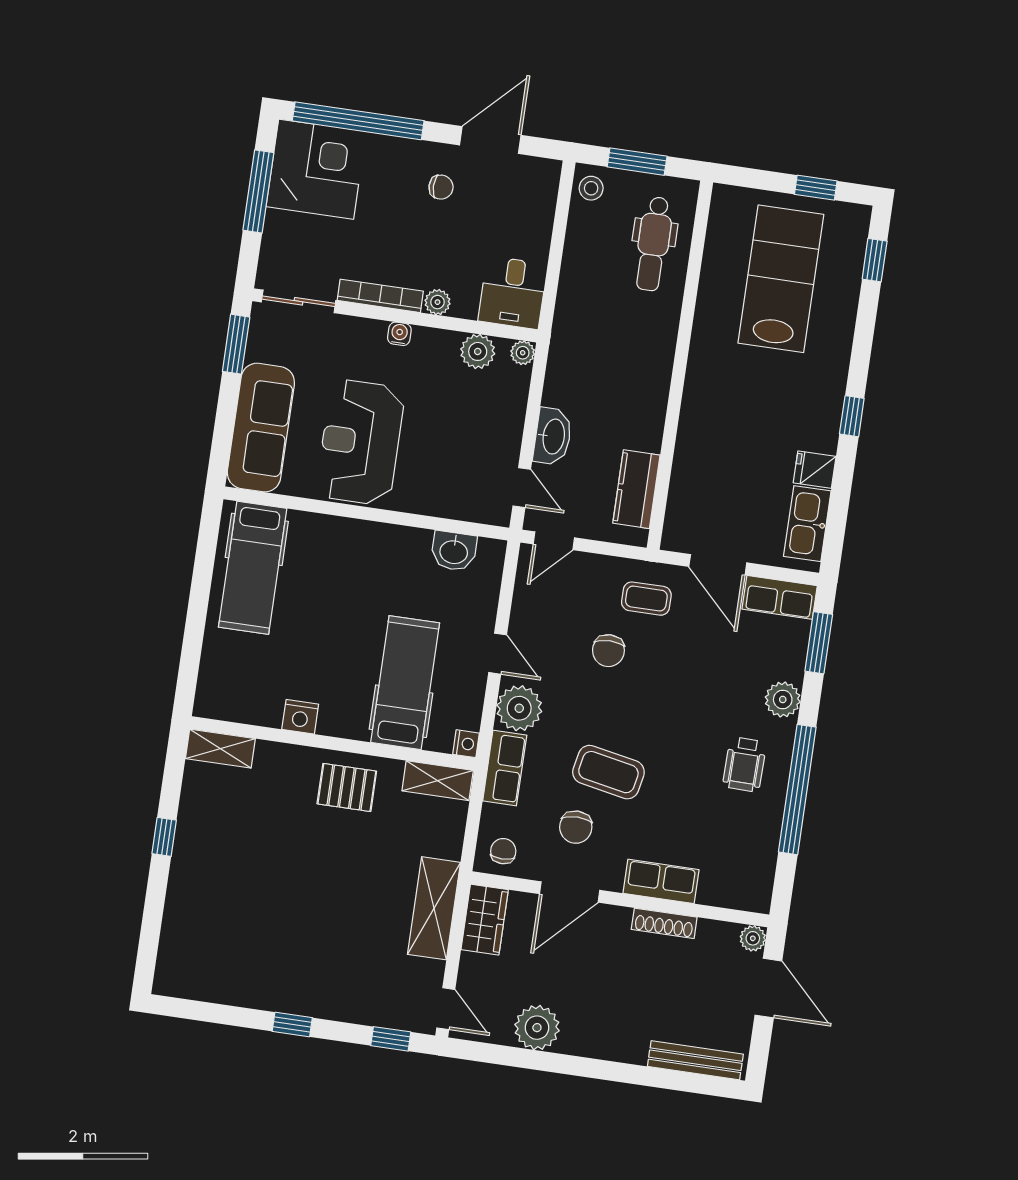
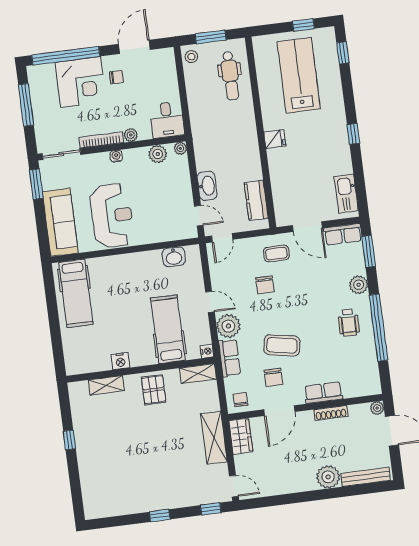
corner desk: (316, 169) -> (81, 82), moved, turned 90
reception desk: (360, 442) -> (112, 216), turned 180
fridge: (815, 470) -> (275, 139), moved, turned 180
shelving: (220, 749) -> (106, 385), moved
pallet: (347, 787) -> (154, 390), turned 90
plant: (537, 1028) -> (328, 477), moved

